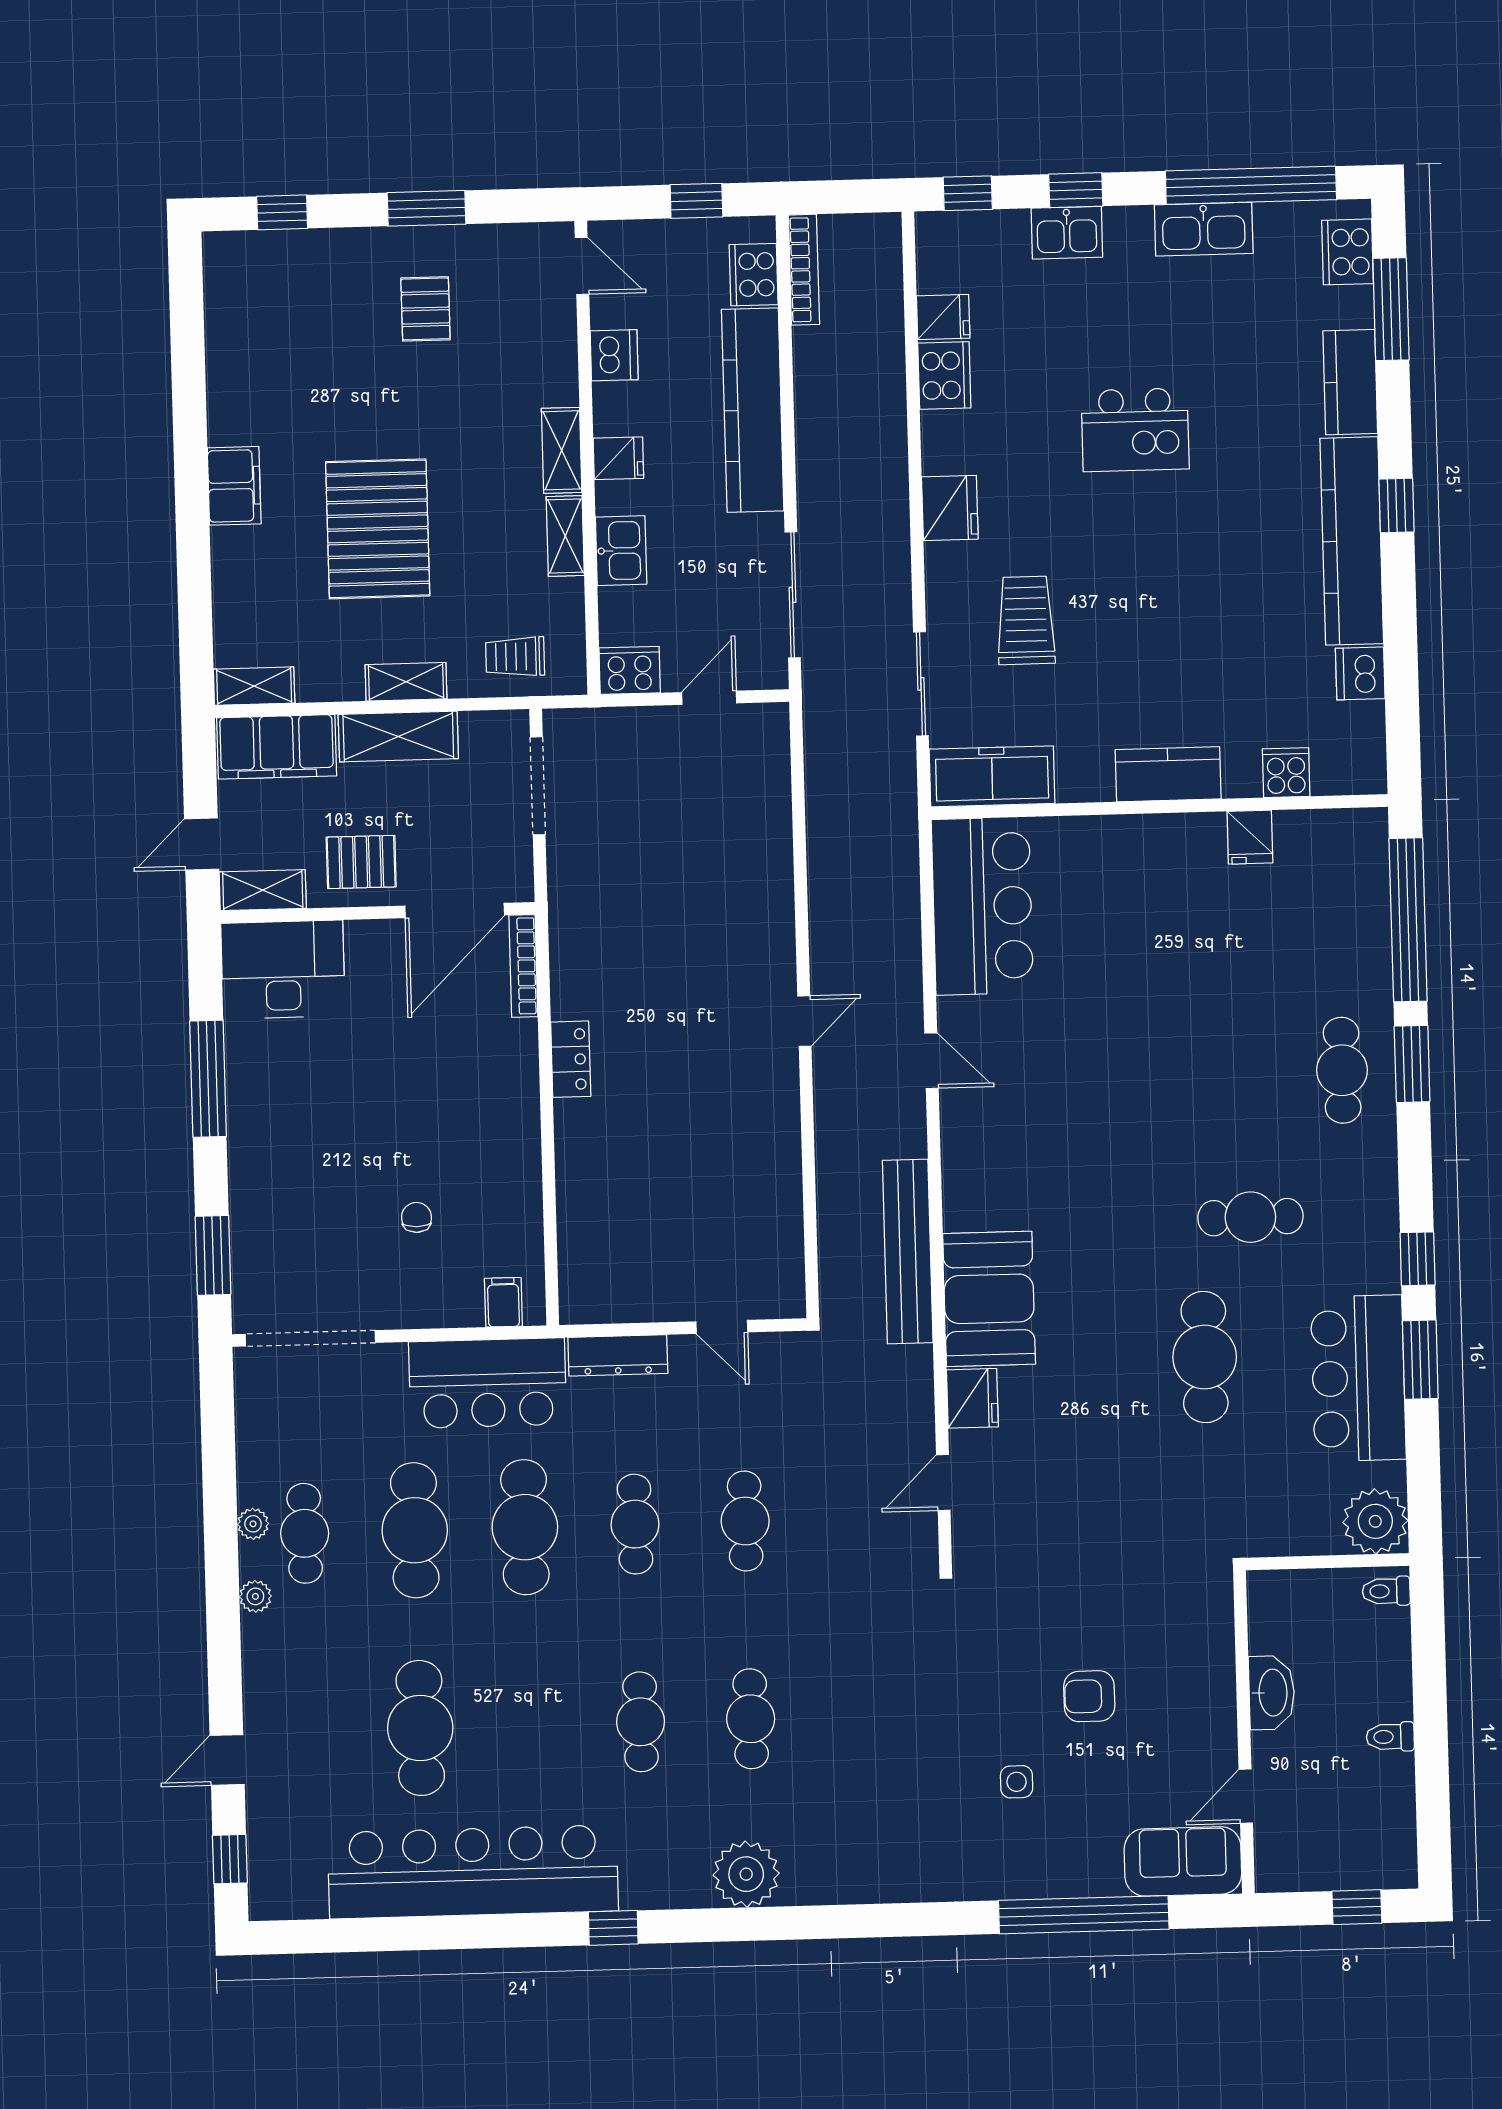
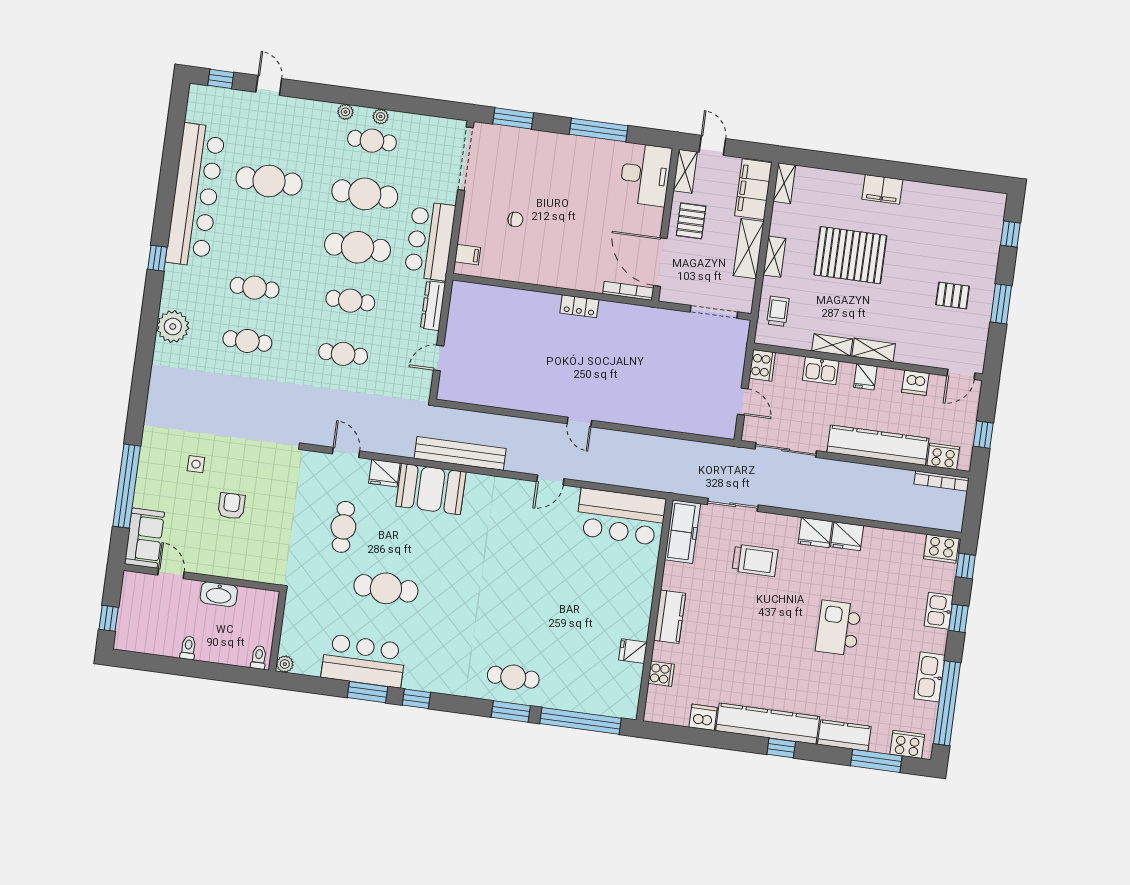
fridge: (943, 317) -> (847, 536), moved, width x1.38
cooker: (944, 376) -> (941, 549), moved
cafe table: (1250, 1217) -> (343, 527), moved
plant: (1375, 1521) -> (285, 664), width x0.53, depth x0.53

